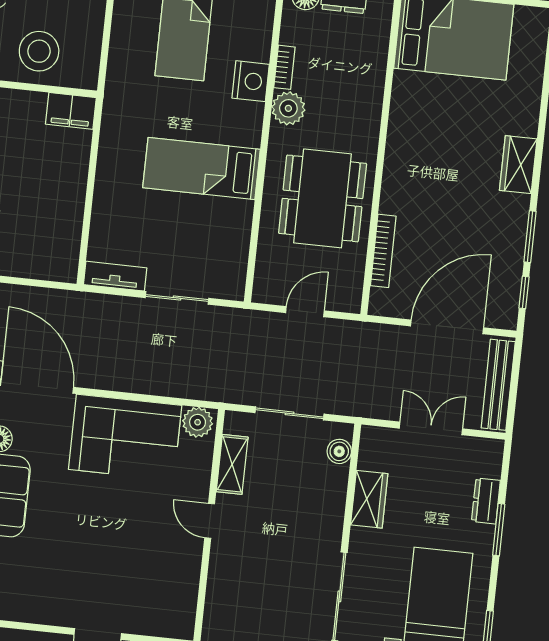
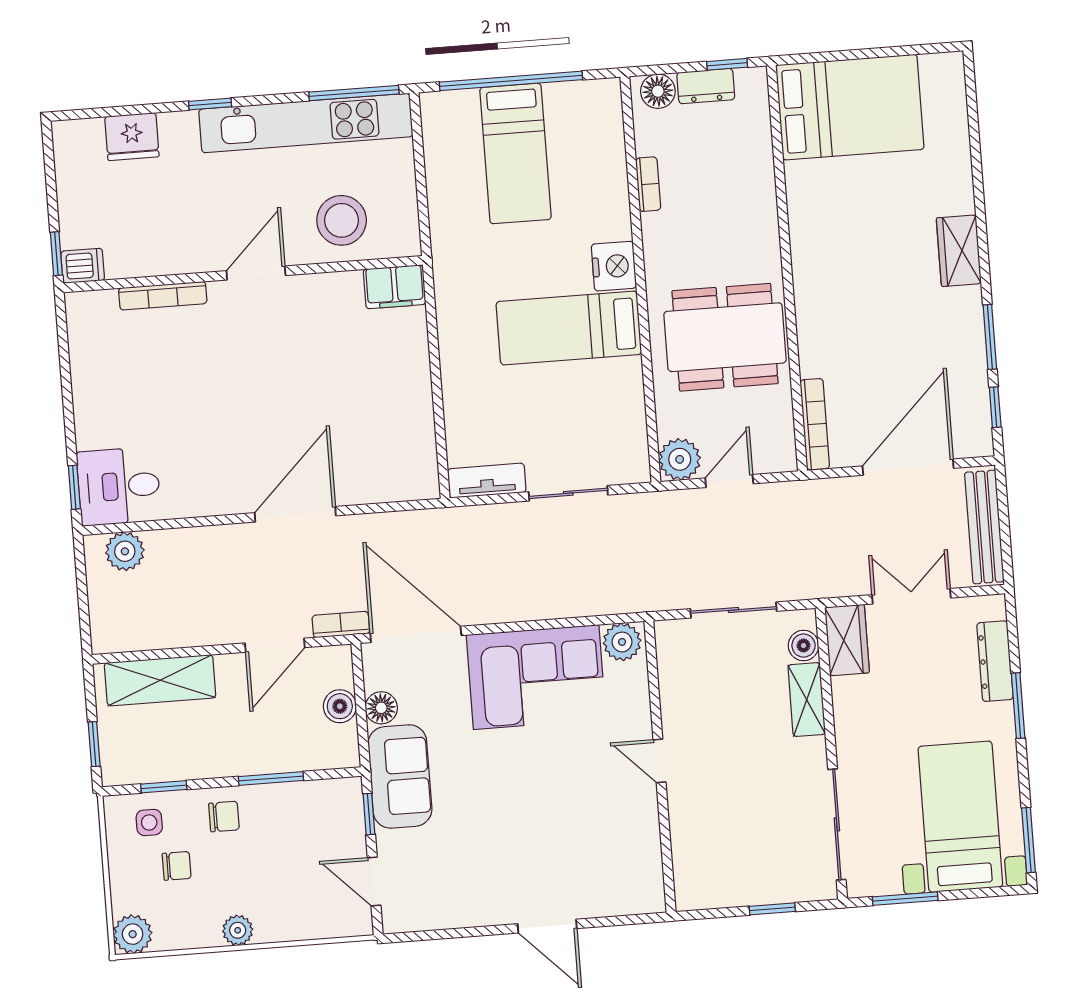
nightstand: (251, 81) -> (614, 266), moved
plant: (288, 108) -> (680, 459), moved
dining table: (323, 198) -> (725, 337), turned 90
bookcase: (383, 251) -> (815, 424), moved
shelving: (232, 464) -> (807, 700), moved
wardrobe: (369, 499) -> (847, 640), moved
dresser: (486, 501) -> (995, 661), width x1.44

